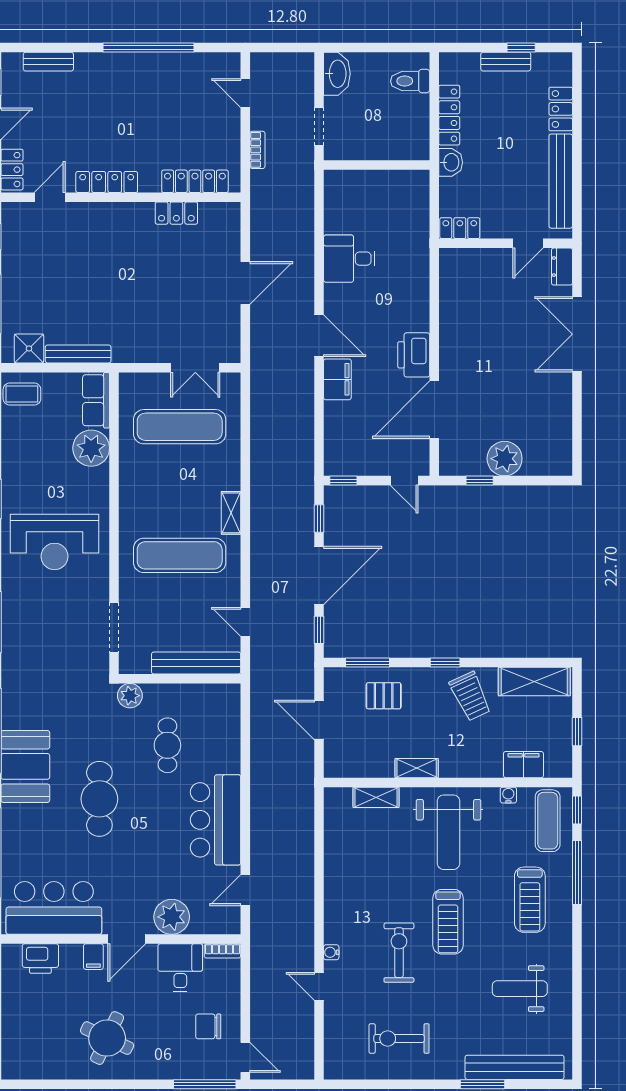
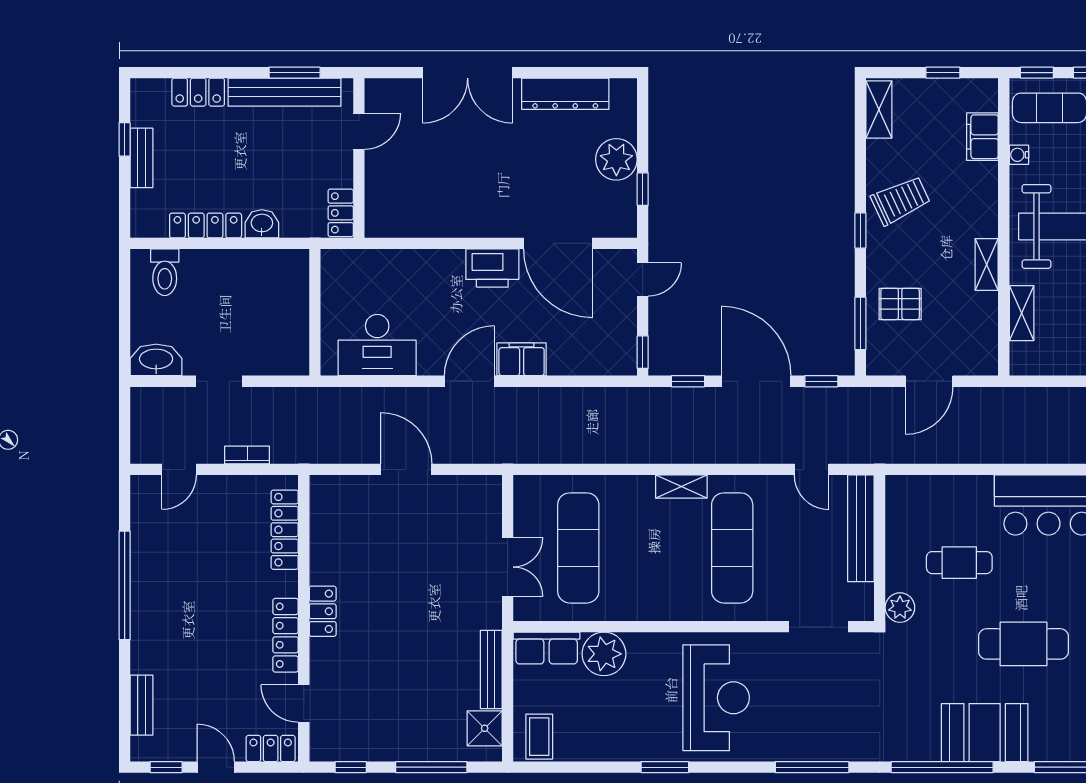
wall: (377, 165) -> (315, 312), moved
window: (577, 190) -> (295, 73), added
locker: (176, 213) -> (323, 611), moved
door: (528, 243) -> (359, 131), hinge flipped
desk: (349, 259) -> (377, 345), width x1.37
dresser: (562, 267) -> (565, 94), moved, width x1.96, depth x1.24
double door: (195, 368) -> (508, 567), moved
door: (245, 622) -> (812, 469), hinge flipped
shelving: (534, 682) -> (879, 109), width x0.67, depth x0.75
pallet: (384, 696) -> (900, 304), turned 90

